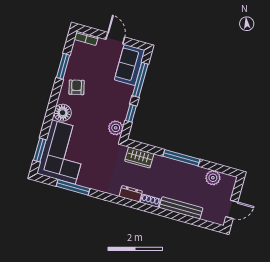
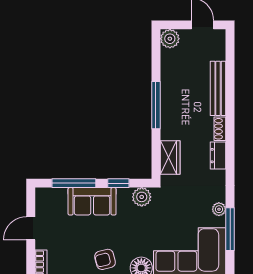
sofa: (130, 65) -> (92, 201), moved
plant: (213, 178) -> (170, 39), moved
plant: (90, 183) -> (219, 209), added

